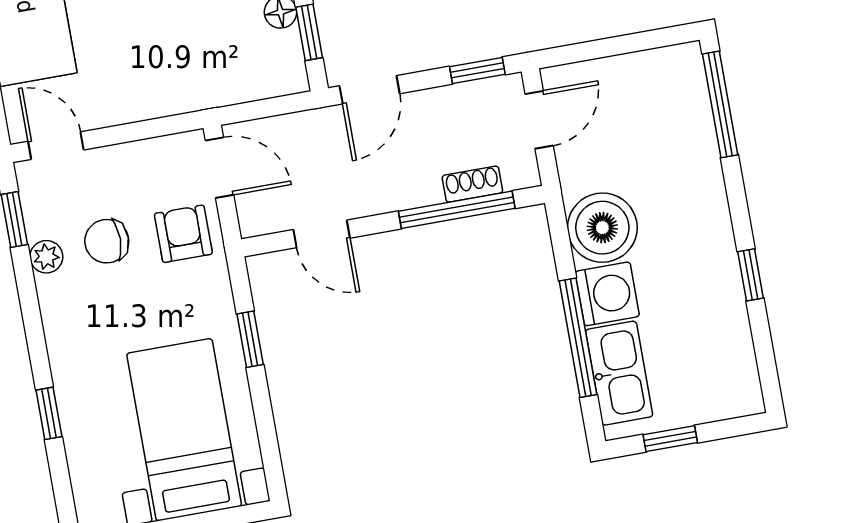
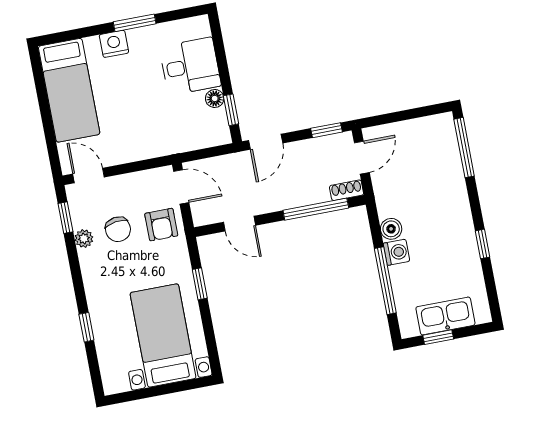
shoe rack: (472, 184) -> (347, 190), moved
boiler: (602, 228) -> (391, 229), width x0.54, depth x0.54
armchair: (183, 234) -> (161, 225), turned 180
chair: (107, 241) -> (118, 229), turned -98
washing machine: (607, 294) -> (396, 252), width x0.73, depth x0.73
kitchen sink: (619, 373) -> (445, 316), moved, turned -90

